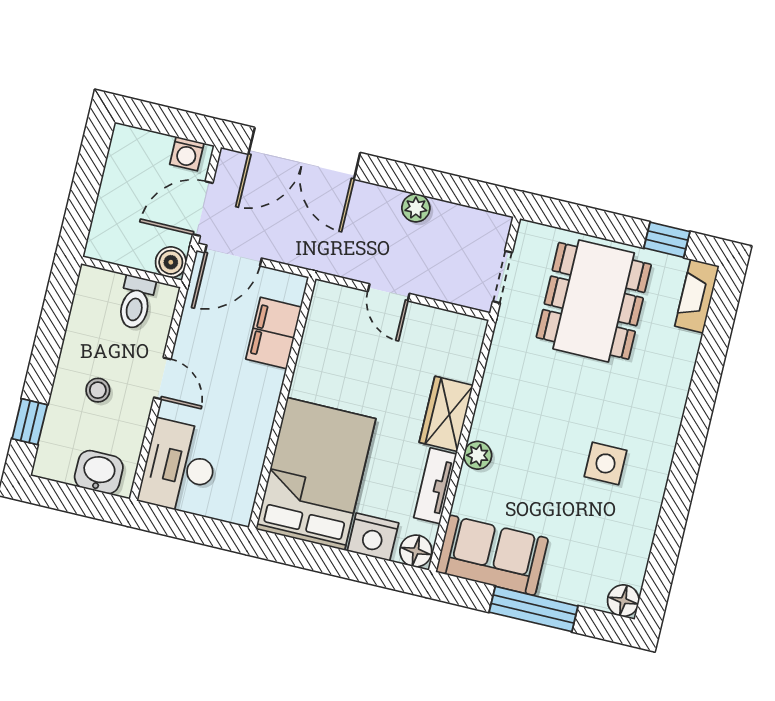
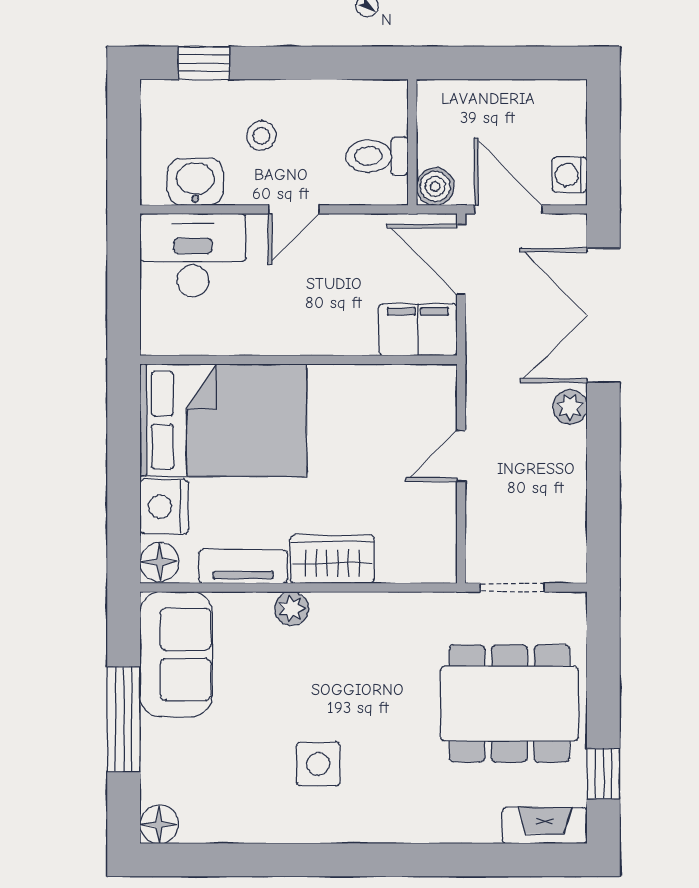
plant: (416, 208) -> (570, 407), moved
filing cabinet: (274, 333) -> (418, 330), moved
washbasin: (99, 472) -> (195, 182), moved, turned -90

